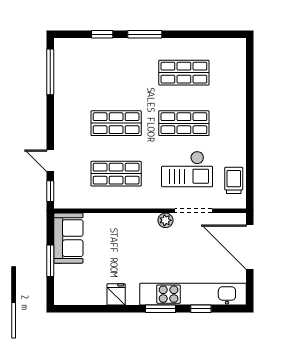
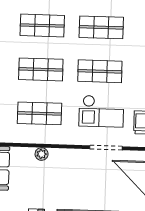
shop shelf: (116, 73) -> (42, 25), added
plant: (165, 220) -> (42, 154), moved

